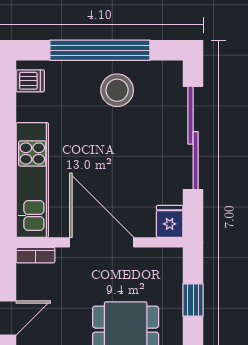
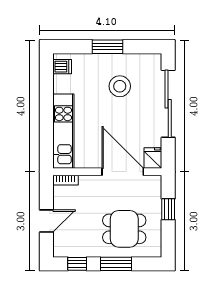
window: (100, 50) -> (107, 47), width x0.47
stool: (117, 90) -> (120, 86), moved
door: (102, 242) -> (123, 172), moved

